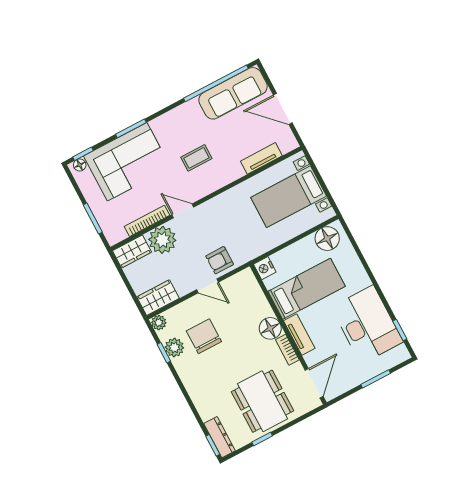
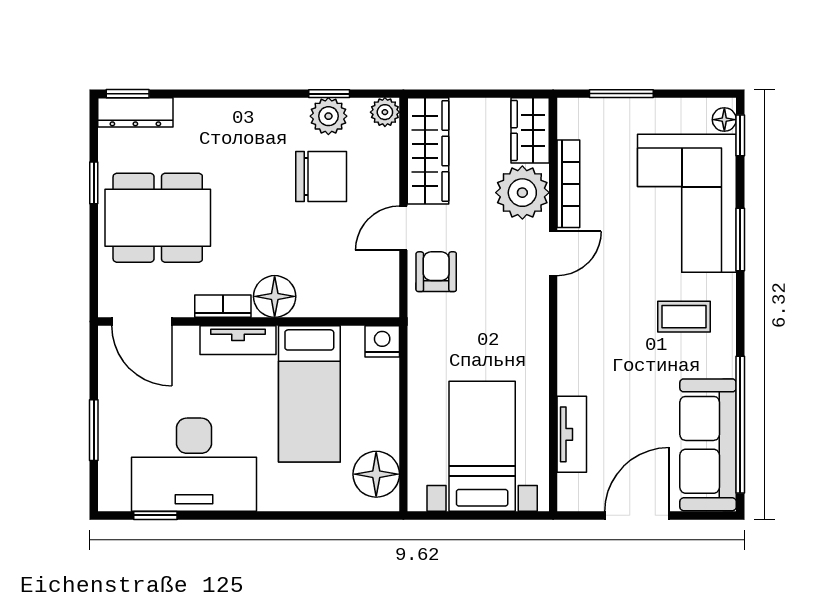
coffee table: (196, 158) -> (684, 317), moved, turned 90
wardrobe: (158, 298) -> (428, 151), width x1.50

